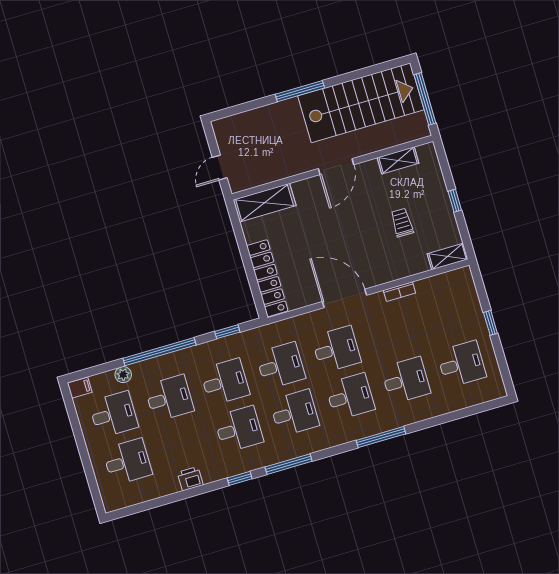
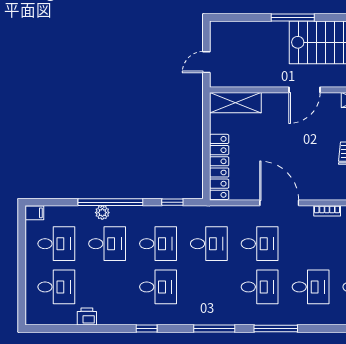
plant: (123, 375) -> (102, 213), moved
desk: (294, 413) -> (209, 287), removed
window: (289, 464) -> (214, 329), moved
printer: (190, 479) -> (87, 317), moved

